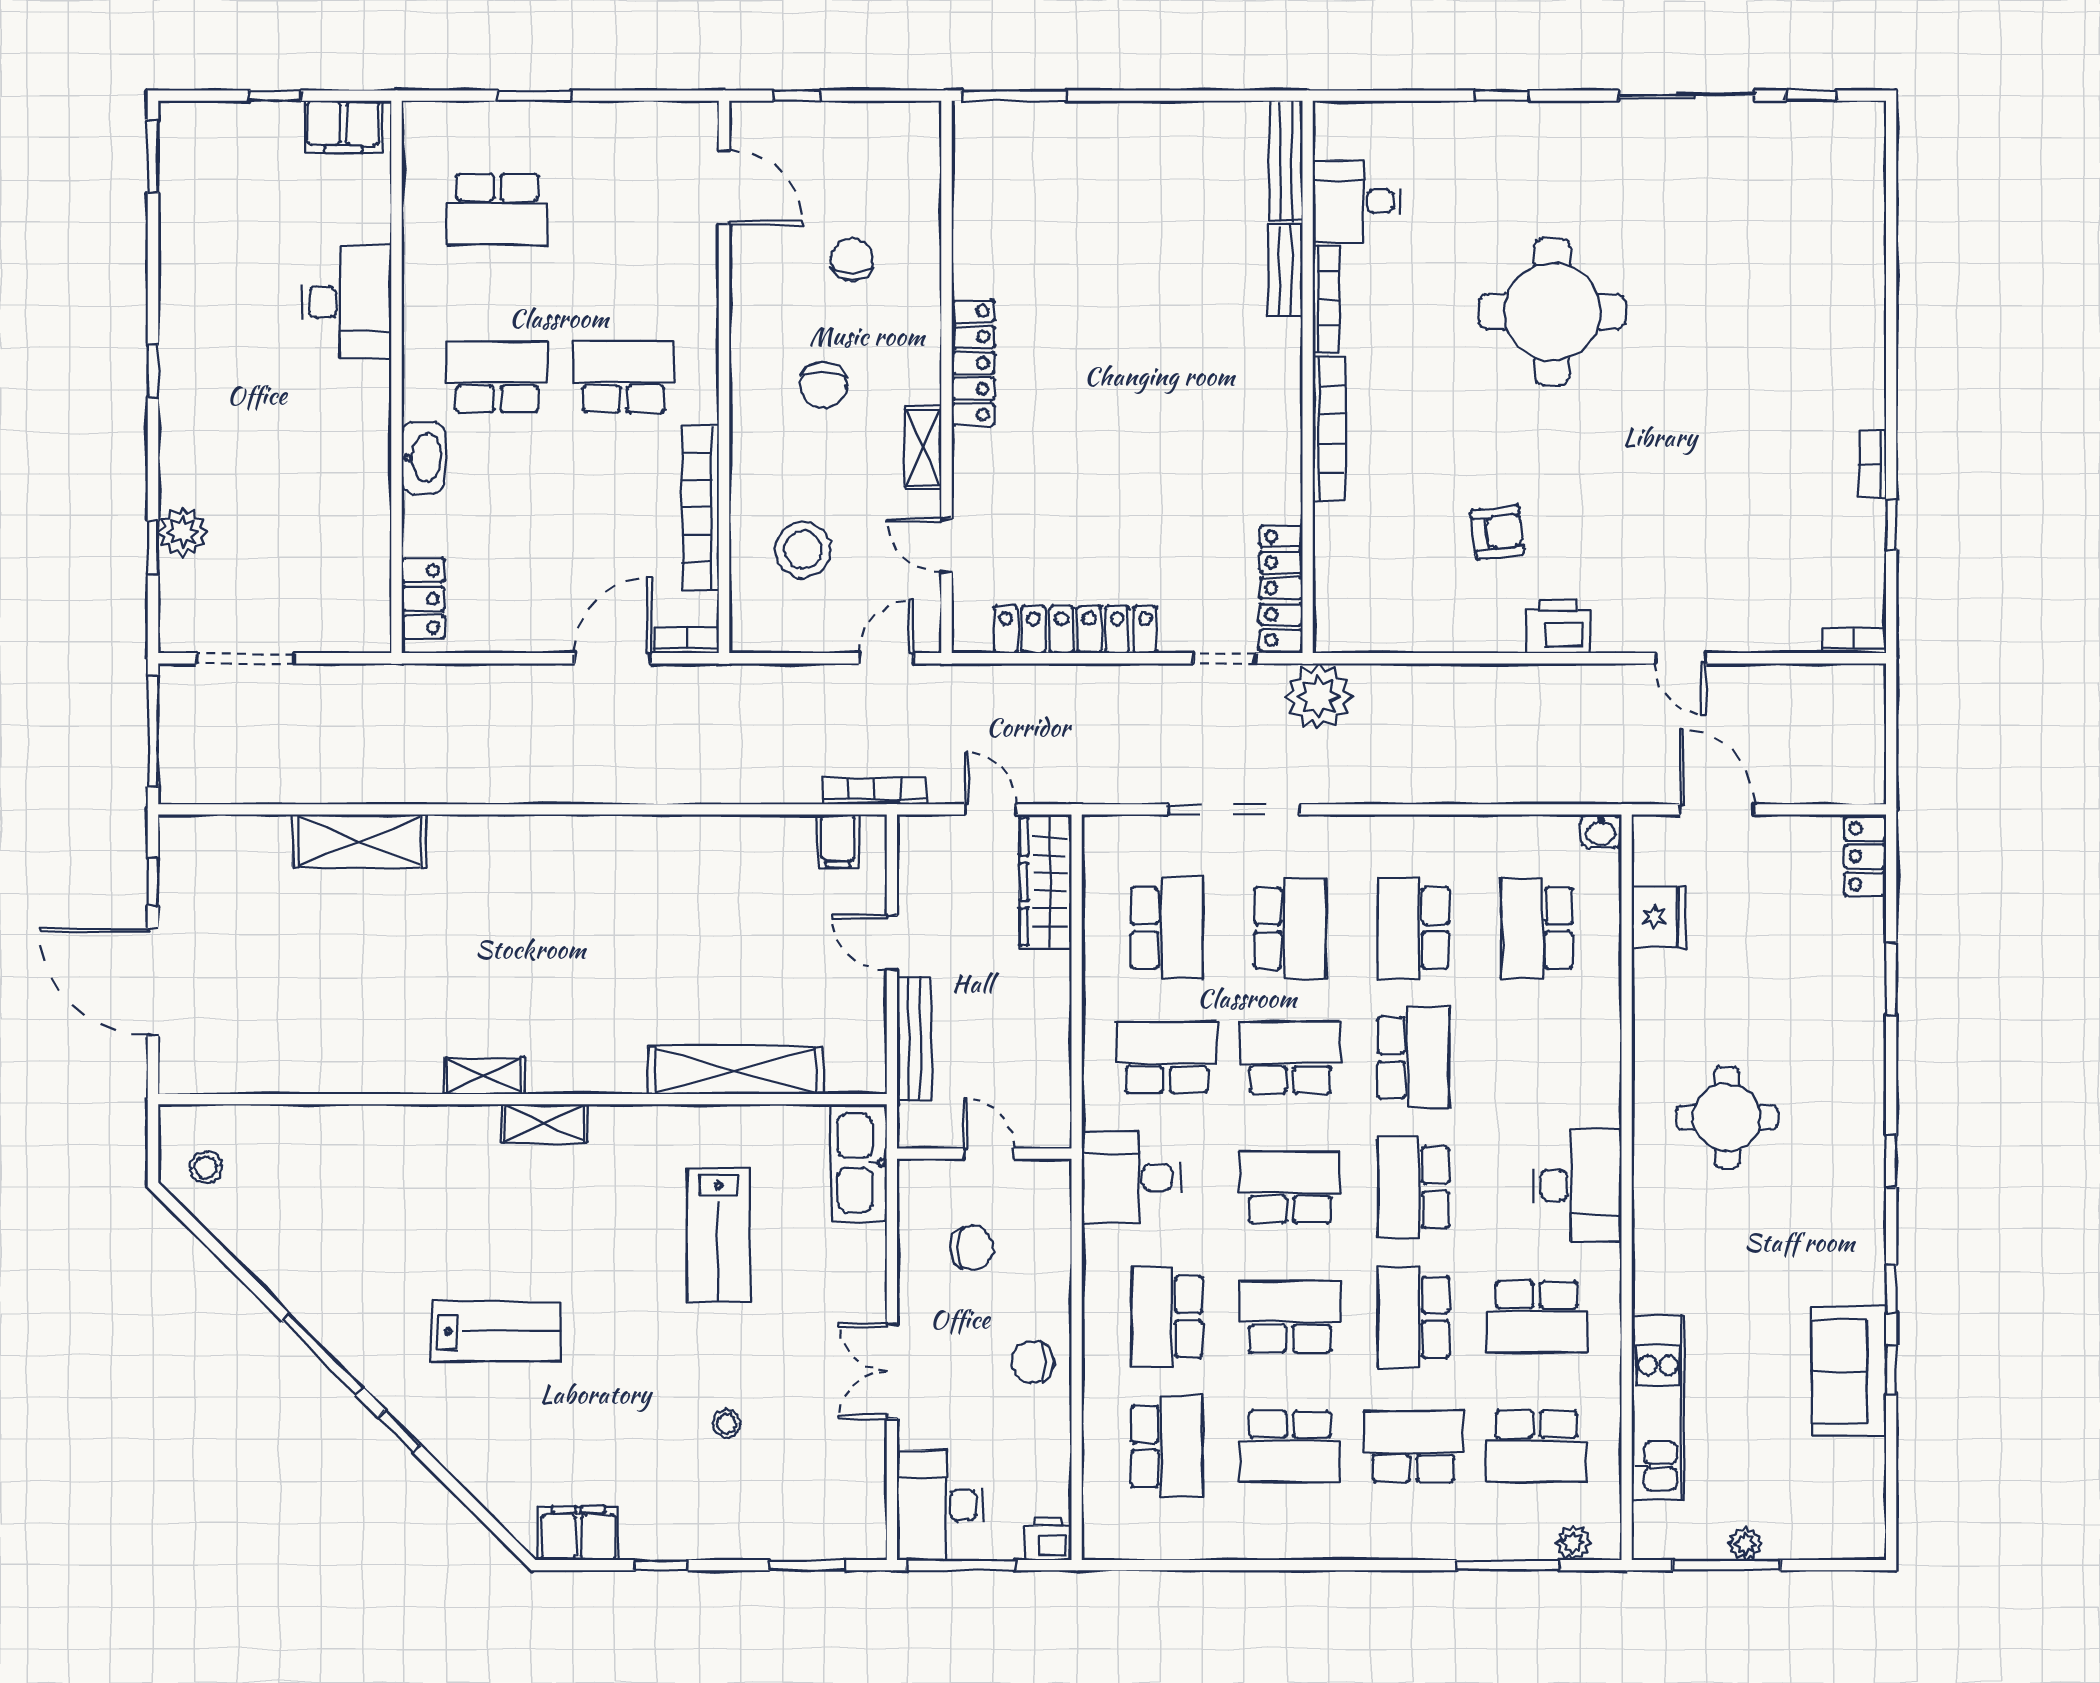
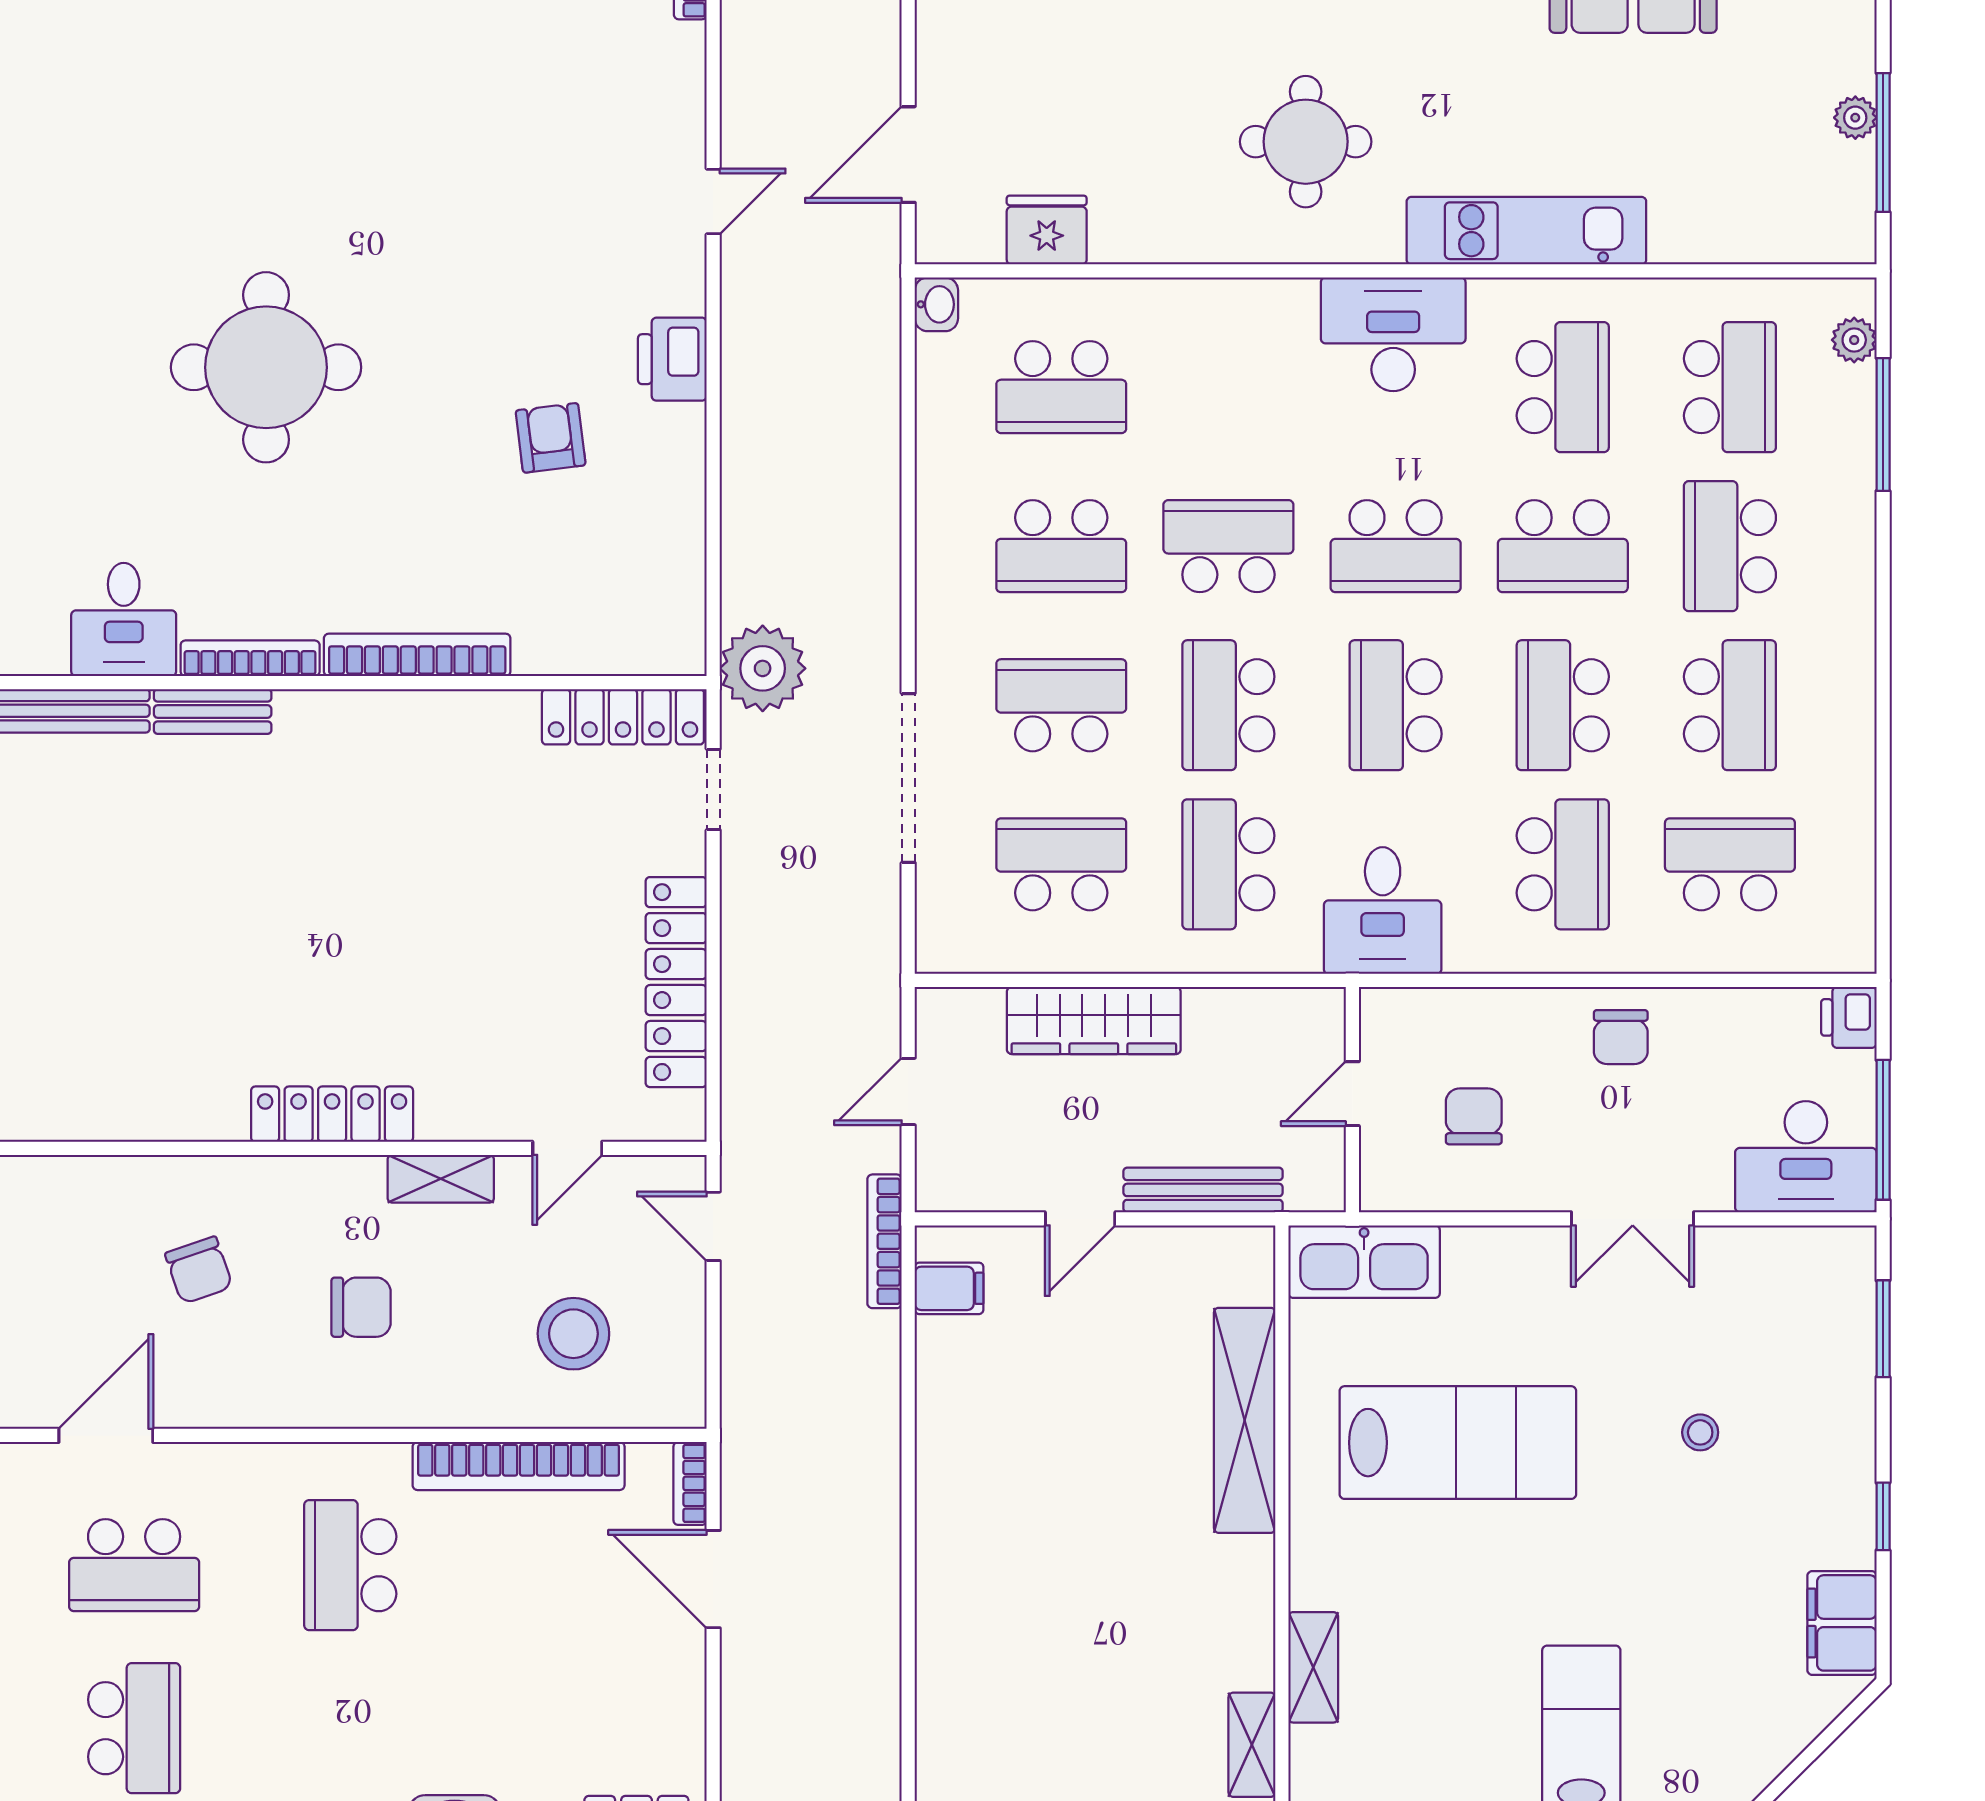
chair: (852, 260) -> (199, 1270), turned -109
school desk: (497, 377) -> (134, 1565), moved, turned -90
wardrobe: (1046, 882) -> (1094, 1021), moved
lab bench: (718, 1236) -> (1458, 1443), width x1.36, depth x1.39
school desk: (1167, 1317) -> (1563, 864), turned -90
kitchen unit: (1658, 1408) -> (1526, 231), moved

